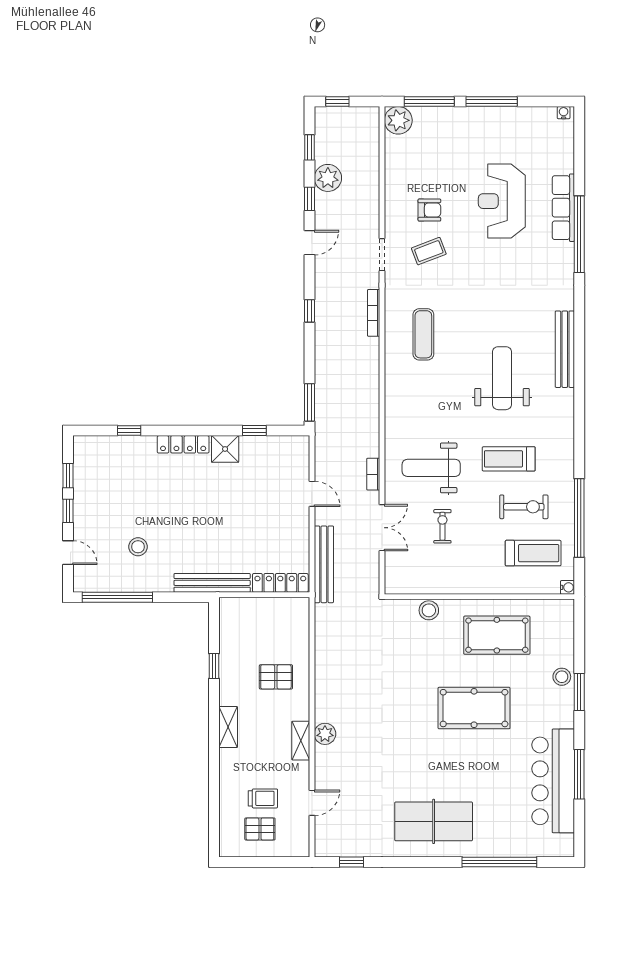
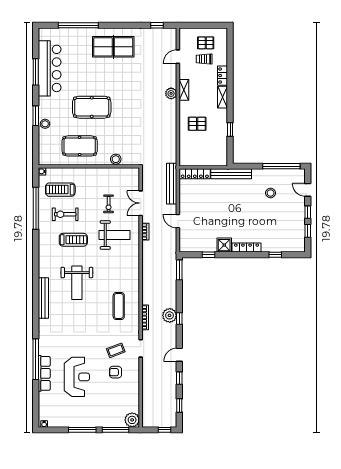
plant: (328, 178) -> (170, 315), moved
locker: (228, 768) -> (223, 76), added

